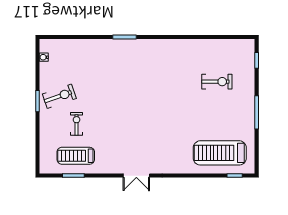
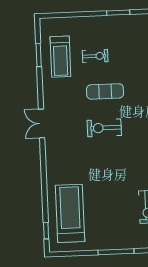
exercise bike: (59, 96) -> (104, 128), moved, turned 109
exercise mat: (109, 116) -> (105, 91), added
treadmill: (76, 156) -> (60, 57), turned 180

